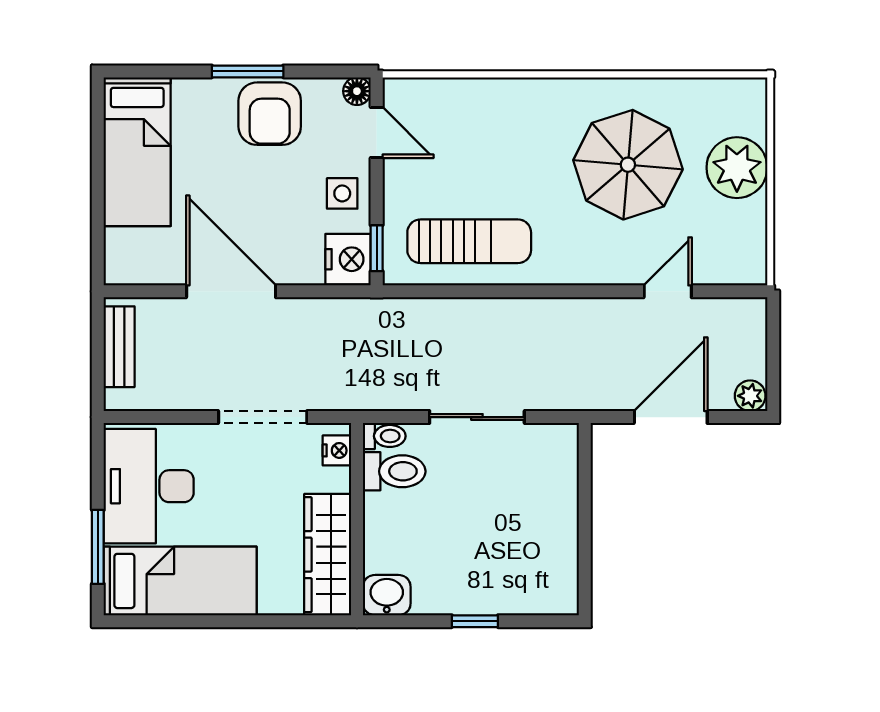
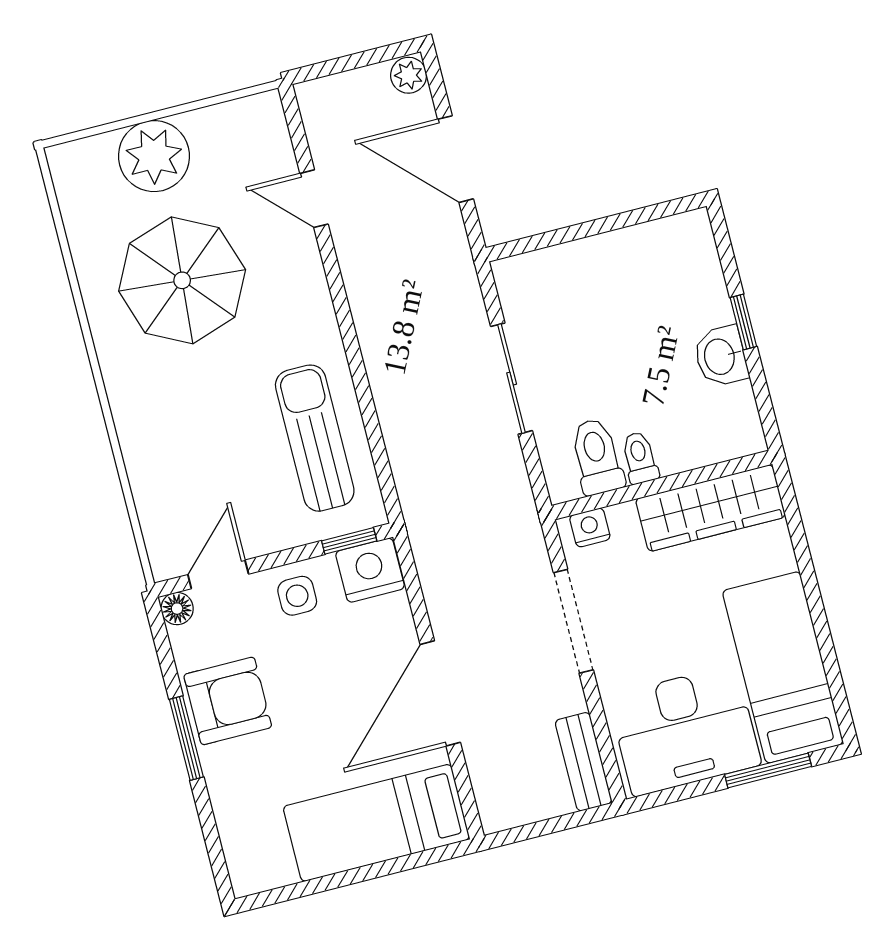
bed: (137, 152) -> (376, 823), moved, turned 180
bench: (119, 347) -> (583, 762), moved, turned 90
toilet: (384, 436) -> (640, 458), moved
washbasin: (387, 595) -> (721, 356), moved

